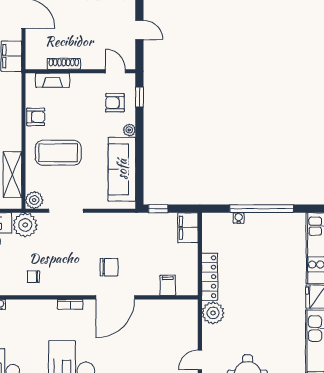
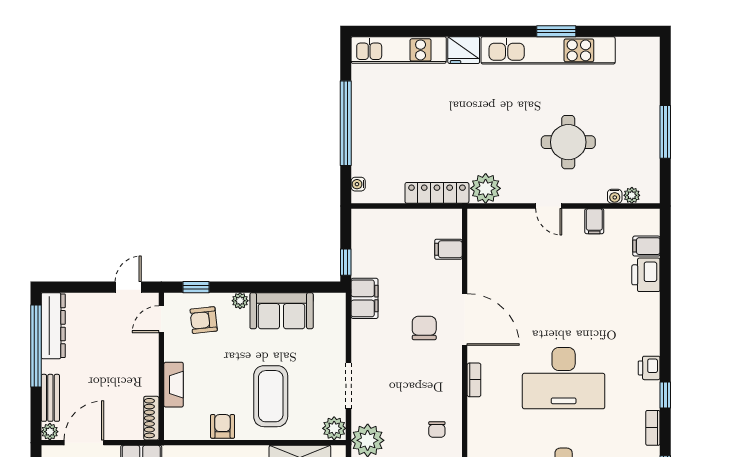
door: (139, 30) -> (128, 287), moved
shoe rack: (64, 64) -> (151, 418), moved
fireplace: (53, 80) -> (174, 385), moved
armchair: (115, 103) -> (204, 320), turned 84
sofa: (122, 169) -> (282, 311), width x0.73
water cooler: (239, 218) -> (358, 184), moved
filing cabinet: (188, 228) -> (365, 298), moved, turned -90

